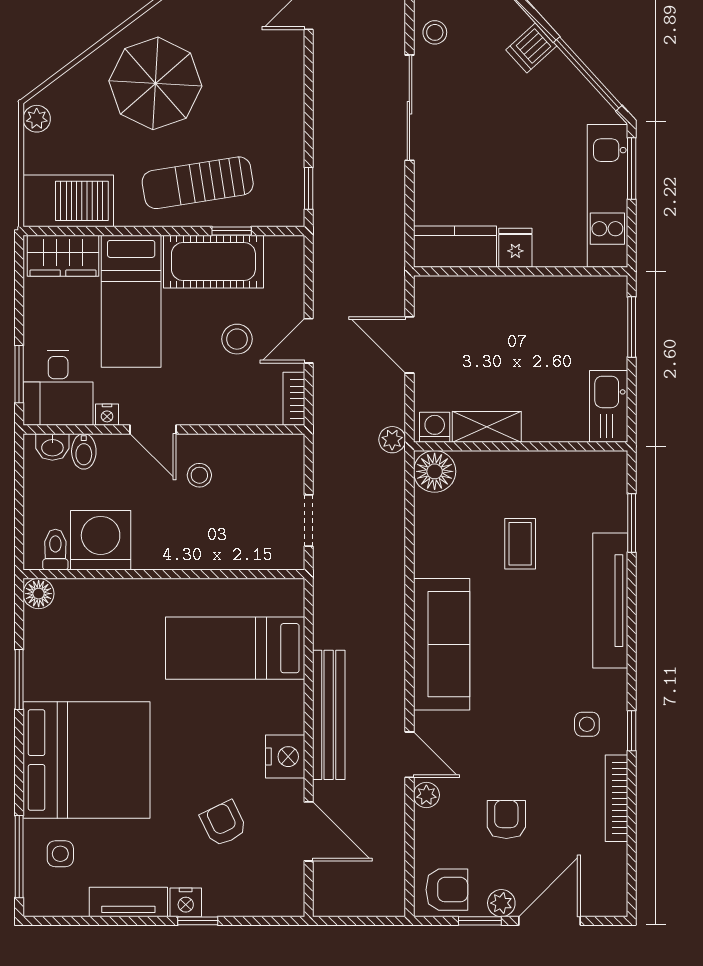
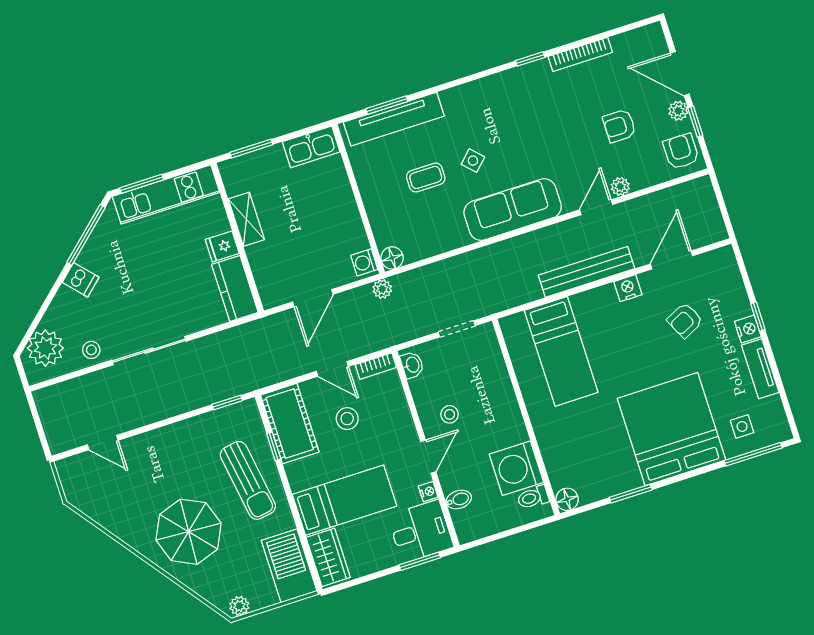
cot: (213, 262) -> (290, 424), moved
shelving: (487, 427) -> (246, 219), moved
washbasin: (52, 447) -> (412, 365), moved
floor lamp: (435, 471) -> (392, 258), width x0.73, depth x0.73
tv unit: (610, 601) -> (394, 119), moved
side table: (587, 724) -> (473, 161), moved, turned 45
nightstand: (285, 757) -> (628, 288), width x0.74, depth x0.75

